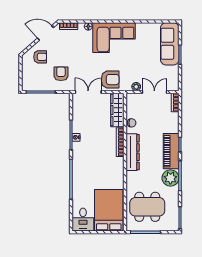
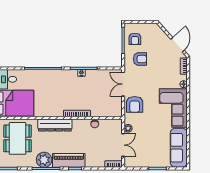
sofa: (170, 44) -> (179, 148), moved, turned -90
armchair: (40, 57) -> (135, 39), moved
double door: (88, 92) -> (123, 84), swing flipped
wardrobe: (117, 110) -> (107, 111), removed
dresser: (133, 152) -> (55, 125), moved

